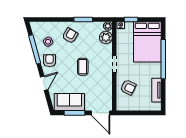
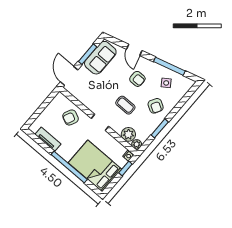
armchair: (49, 61) -> (137, 79), moved
coffee table: (83, 67) -> (125, 105), moved
door: (100, 113) -> (69, 76), hinge flipped

